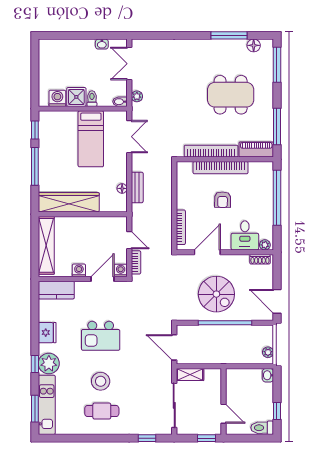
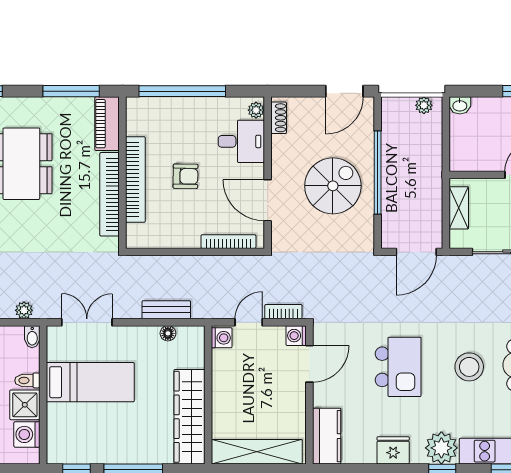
washing machine: (79, 270) -> (222, 338), moved, turned 180
door: (103, 279) -> (309, 364), swing flipped
shelving: (190, 375) -> (459, 208), moved

